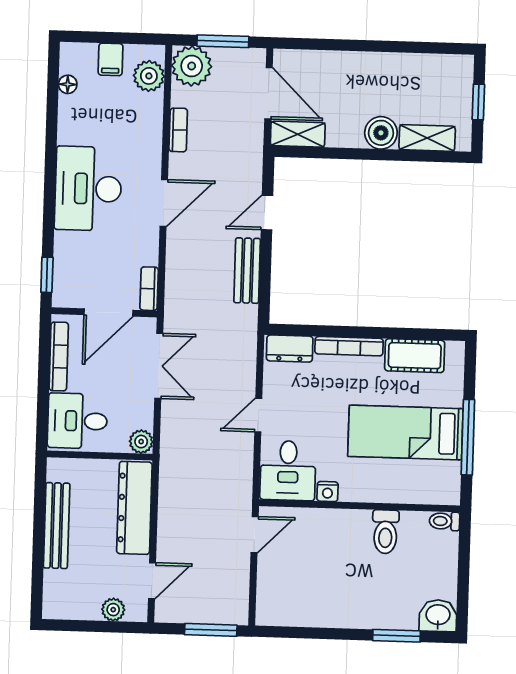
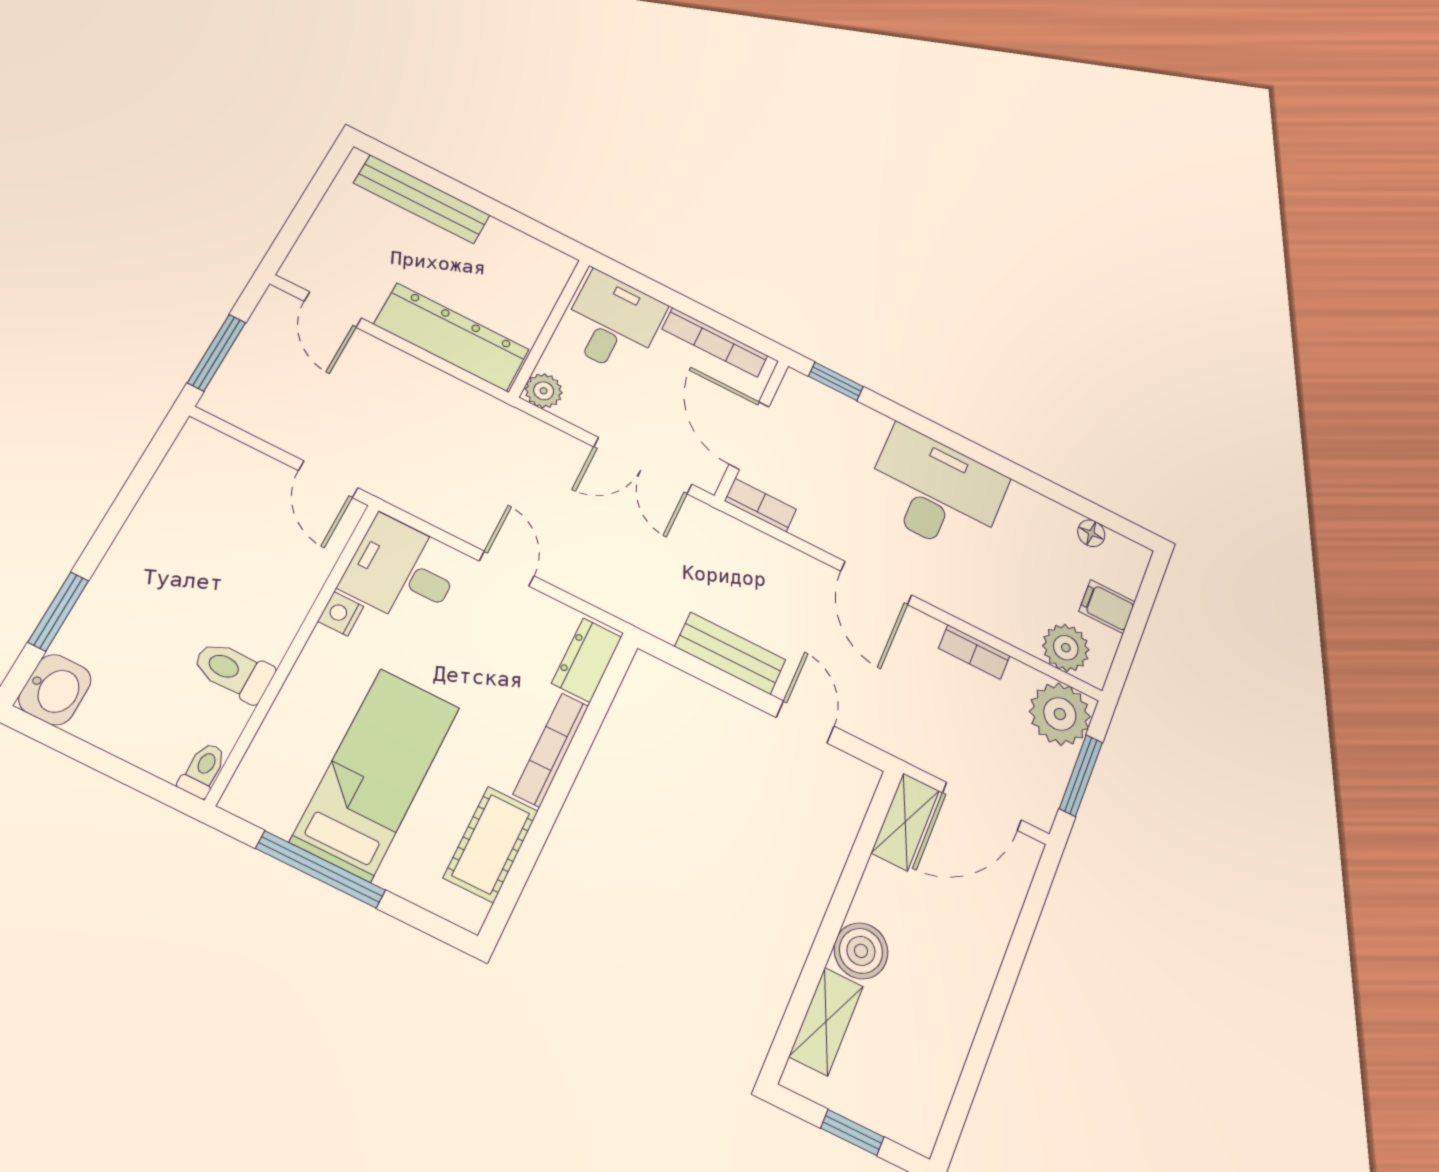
bench: (57, 526) -> (422, 199), moved
plant: (113, 610) -> (318, 240), removed

